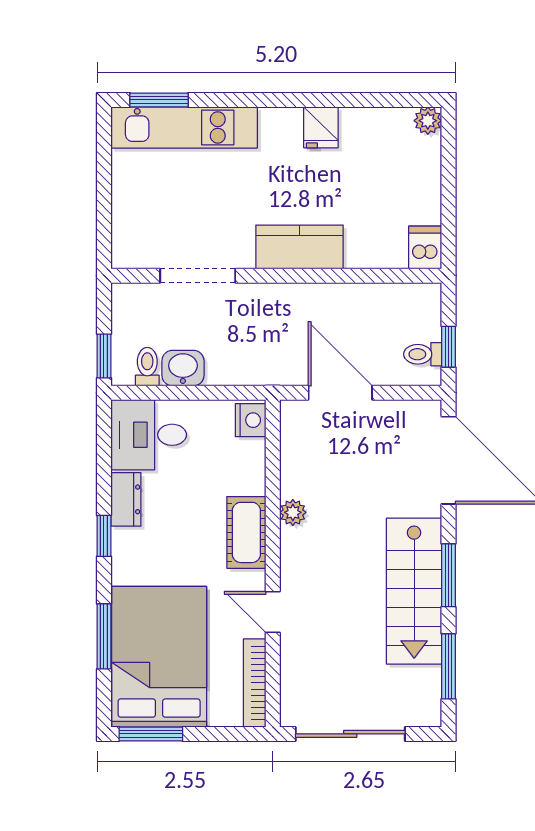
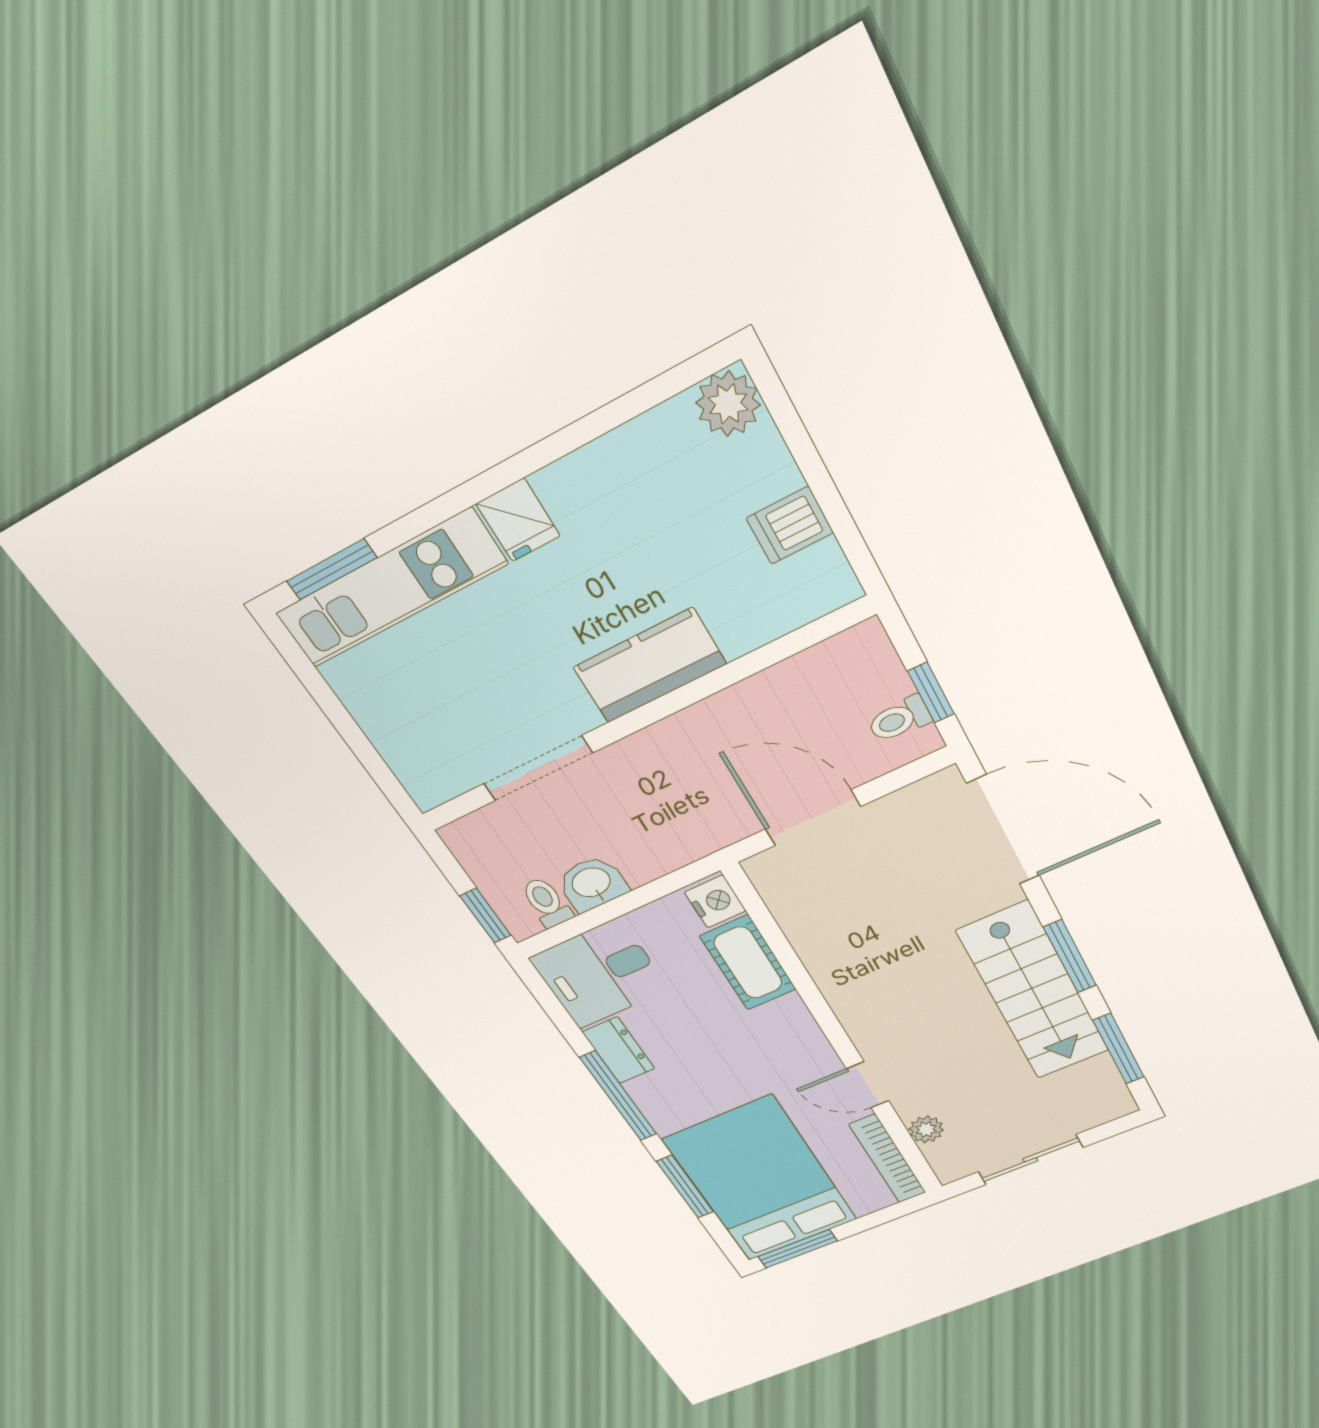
plant: (428, 121) -> (728, 404), width x1.38, depth x1.38
fridge: (321, 127) -> (518, 520), moved
dishwasher: (425, 247) -> (790, 525), moved, turned -90
plant: (293, 512) -> (926, 1129), moved
cot: (246, 532) -> (748, 963), moved
window: (104, 536) -> (618, 1096), width x2.17
sliding door: (350, 734) -> (1030, 1160), width x0.73

